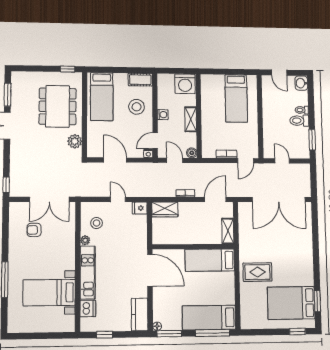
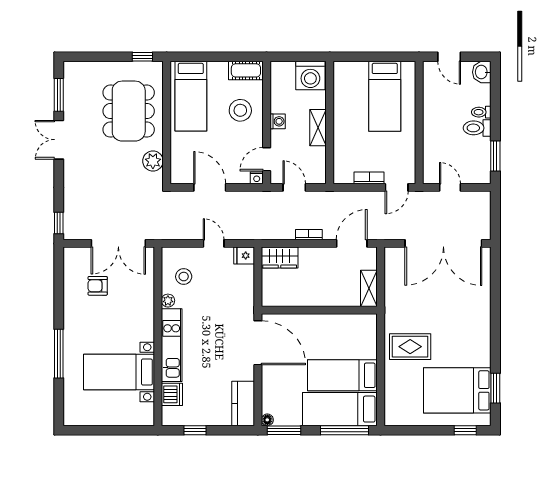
boiler: (192, 153) -> (319, 177), removed
bed: (210, 260) -> (342, 375), moved

